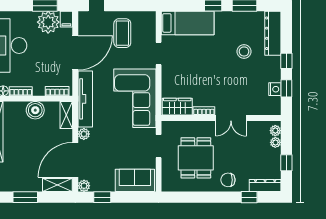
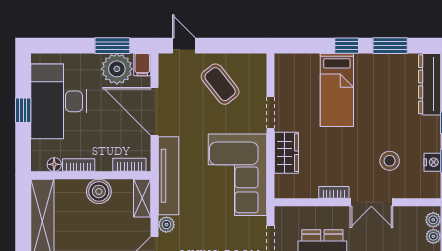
bed: (188, 23) -> (337, 90), moved, turned 90
coffee table: (122, 33) -> (220, 84), turned -38
stool: (244, 51) -> (390, 161), moved
door: (75, 53) -> (155, 111), swing flipped
wardrobe: (177, 107) -> (286, 153), moved, turned 90

